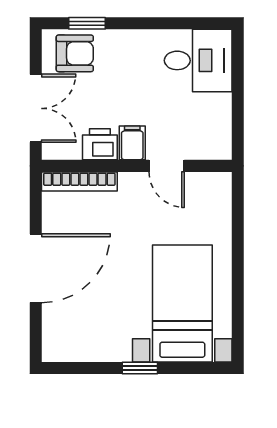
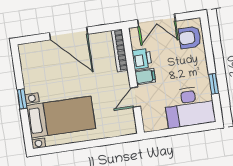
window: (87, 23) -> (214, 84), moved
armchair: (75, 53) -> (190, 38), turned 90
desk: (198, 60) -> (190, 107), width x1.37

